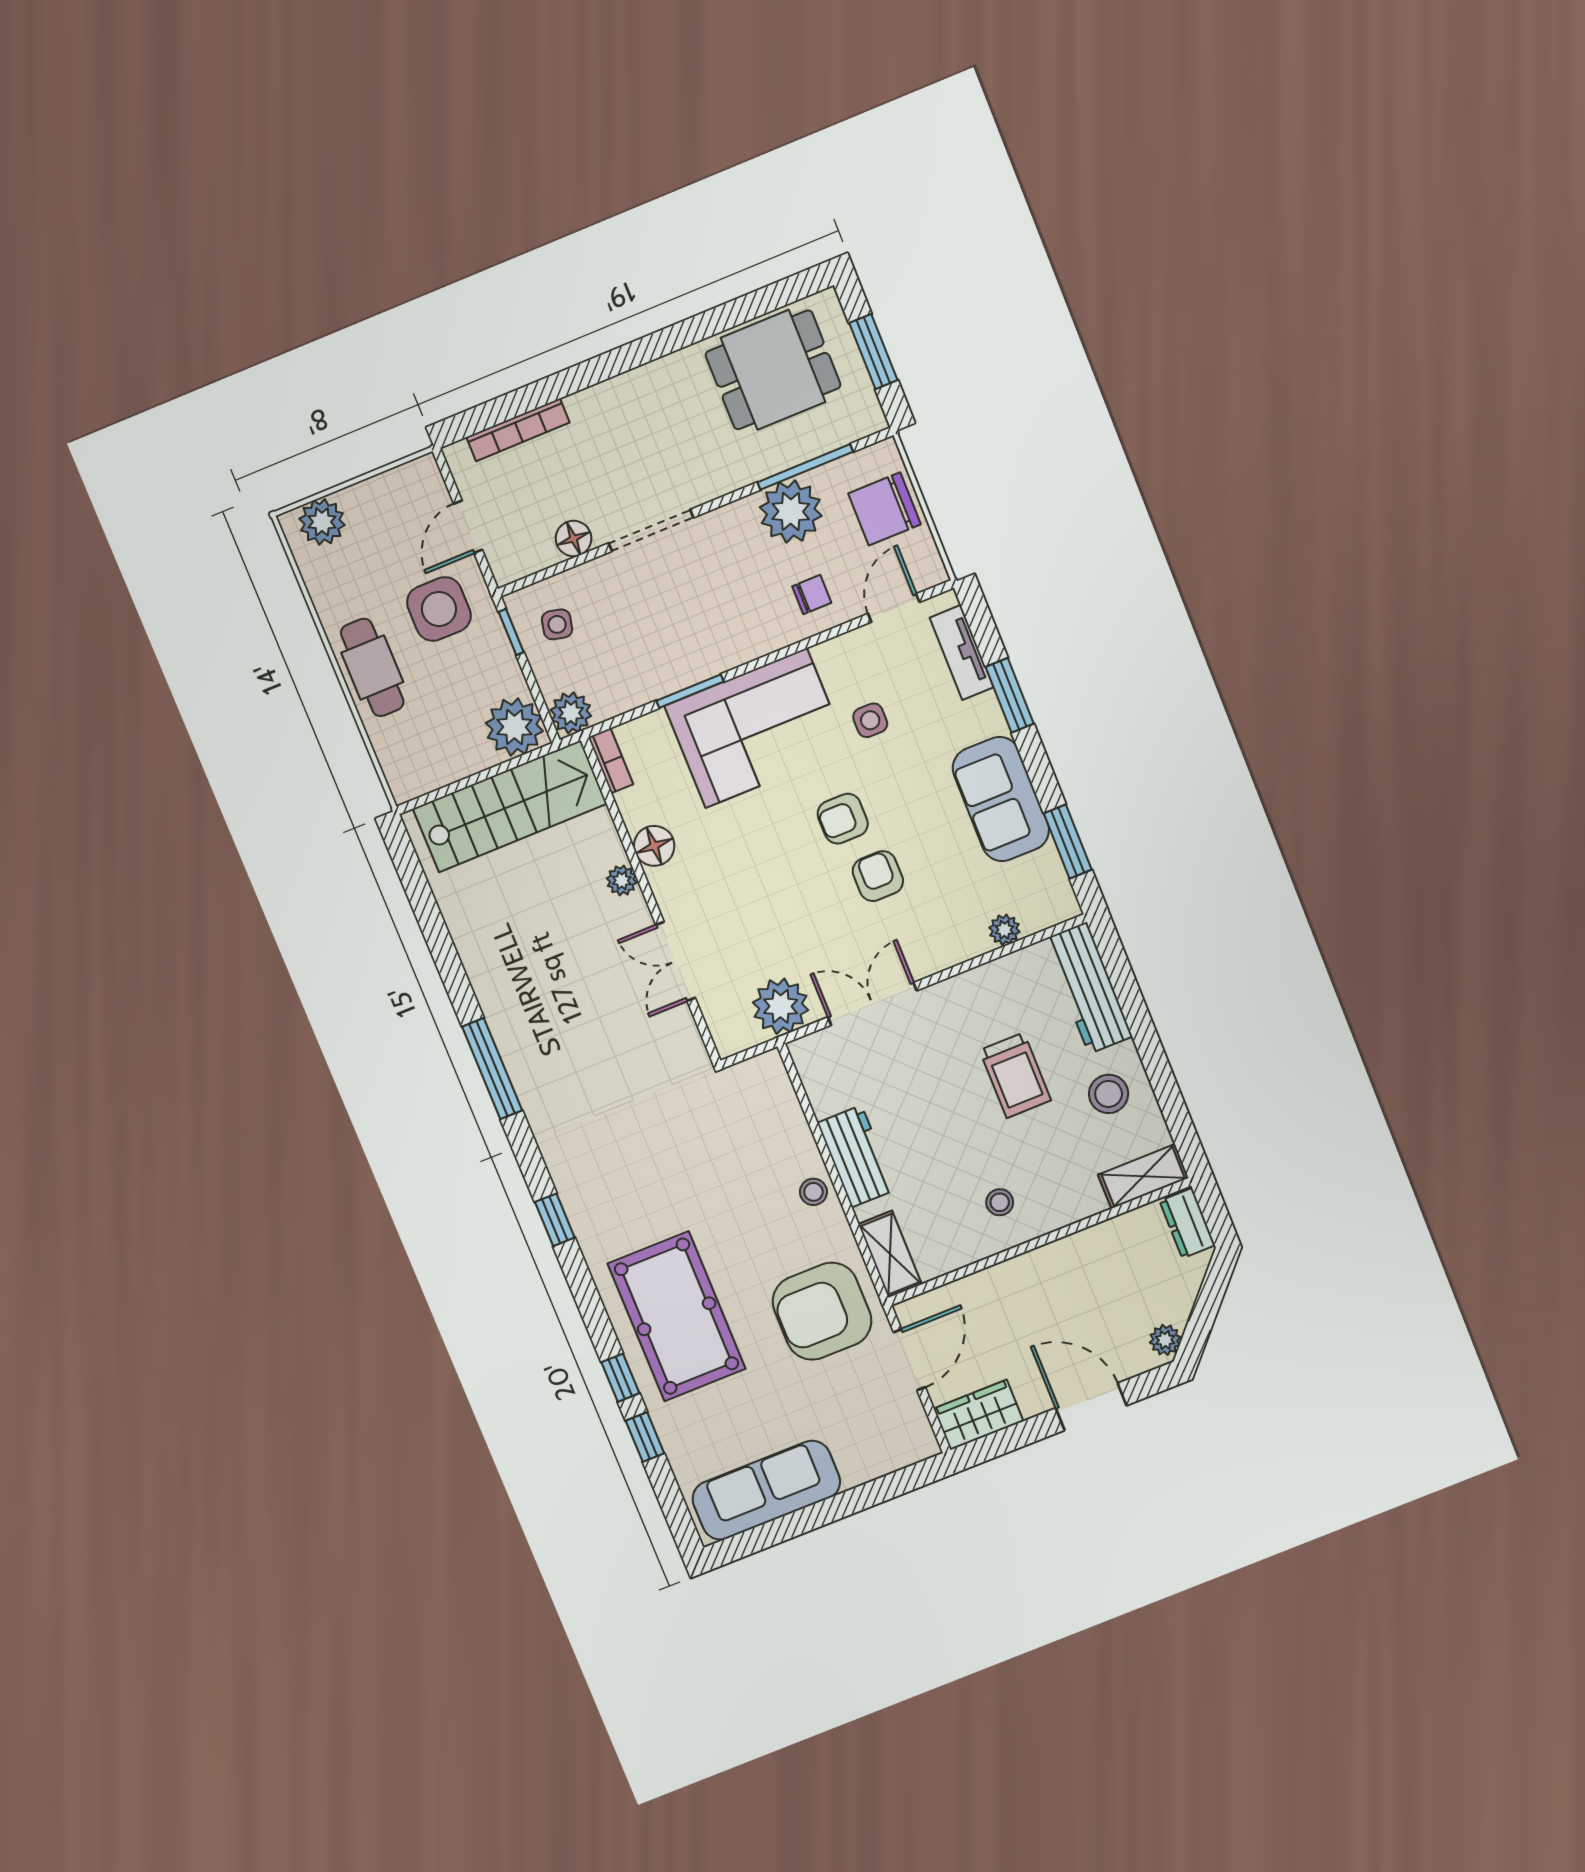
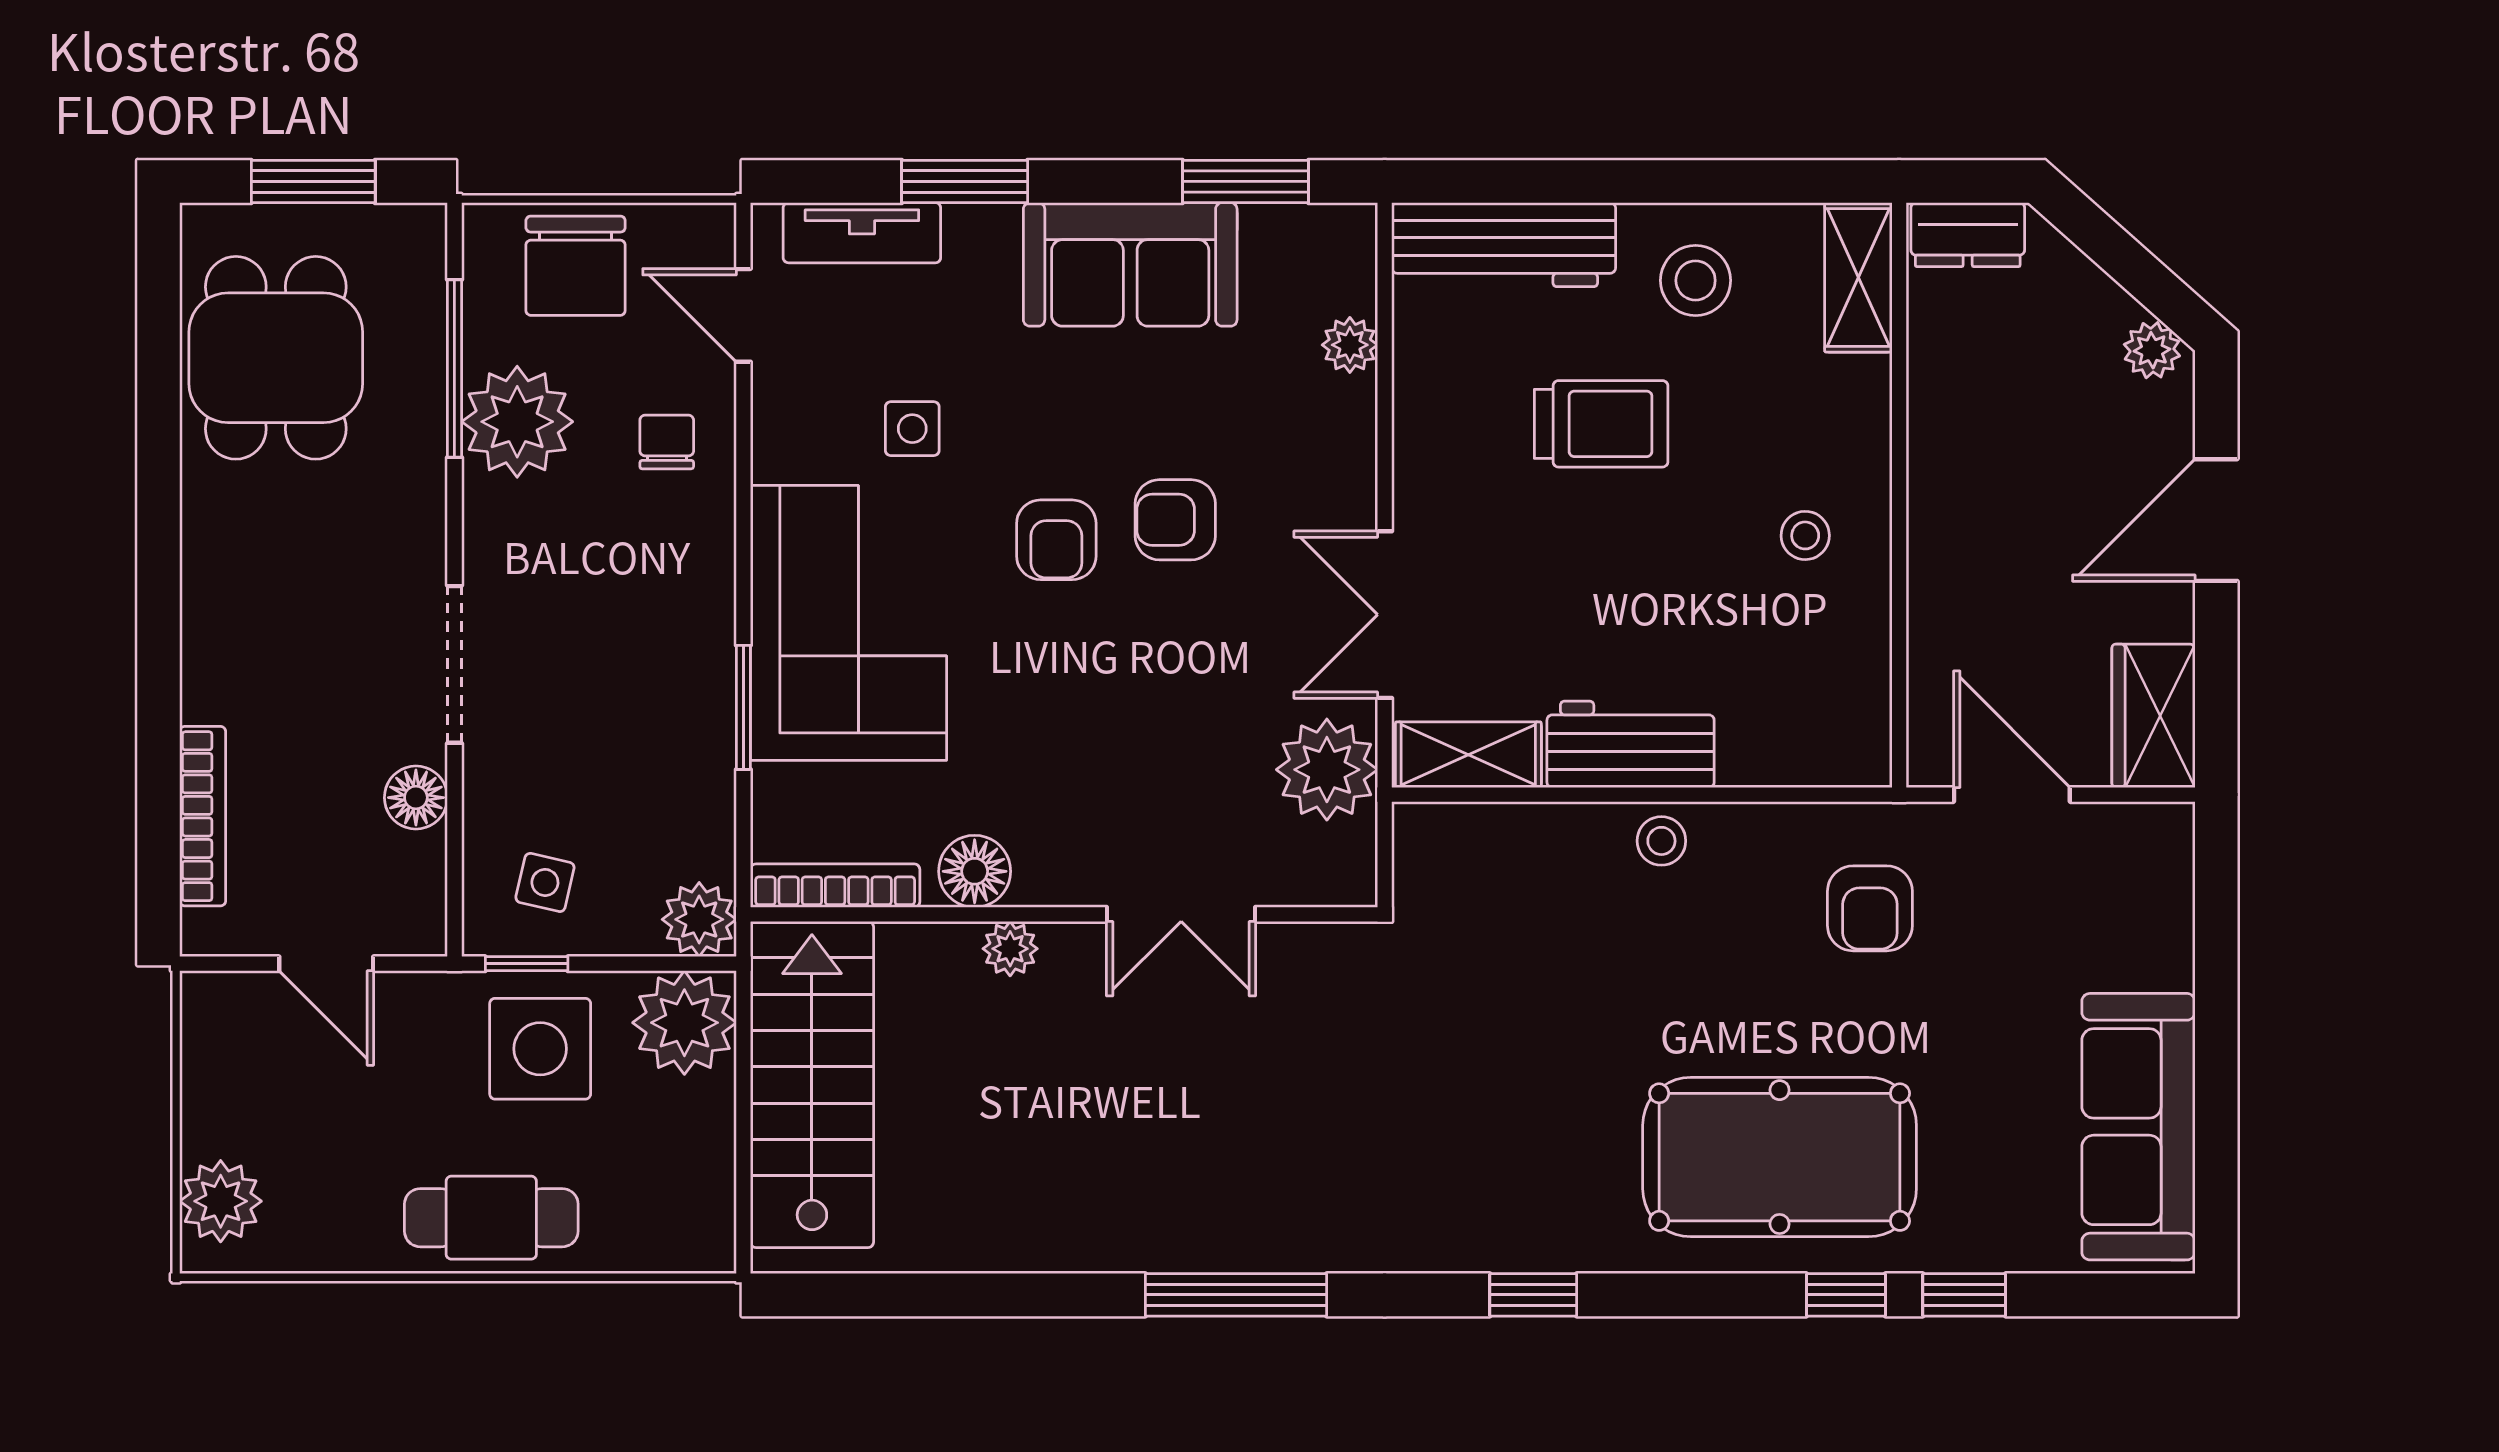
side table: (439, 609) -> (540, 1049), moved
bookcase: (611, 761) -> (835, 886), width x1.56
shelving: (890, 1254) -> (1468, 755), moved
armchair: (822, 1311) -> (1870, 908), width x0.53, depth x0.53

